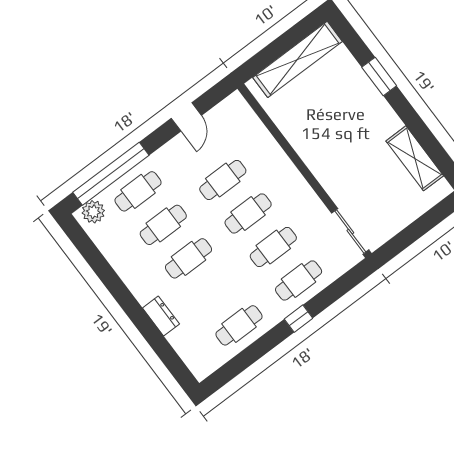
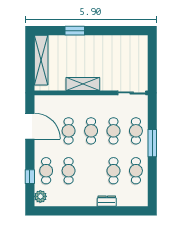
door: (186, 117) -> (30, 126), width x1.87
shelving: (415, 158) -> (83, 84), moved
window: (111, 174) -> (30, 177), width x0.32
cafe table: (189, 258) -> (113, 171), moved
window: (299, 319) -> (152, 143), width x2.17

